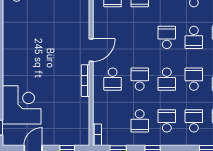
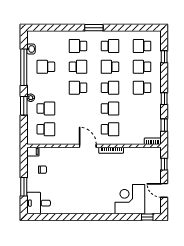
school desk: (140, 79) -> (110, 108), turned 180
school desk: (140, 121) -> (142, 108), removed

